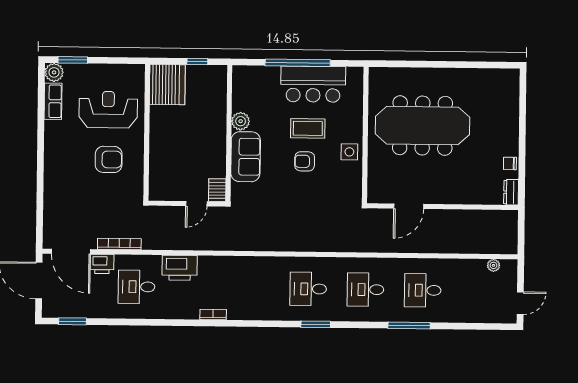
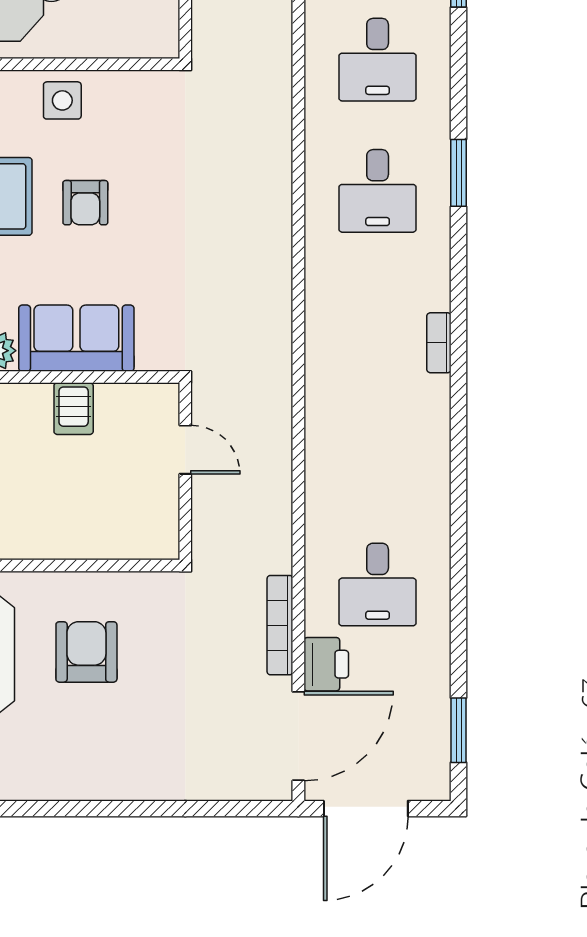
server rack: (217, 190) -> (74, 409), moved, turned -90
printer: (180, 268) -> (333, 486), removed
bookcase: (213, 315) -> (439, 343), moved

